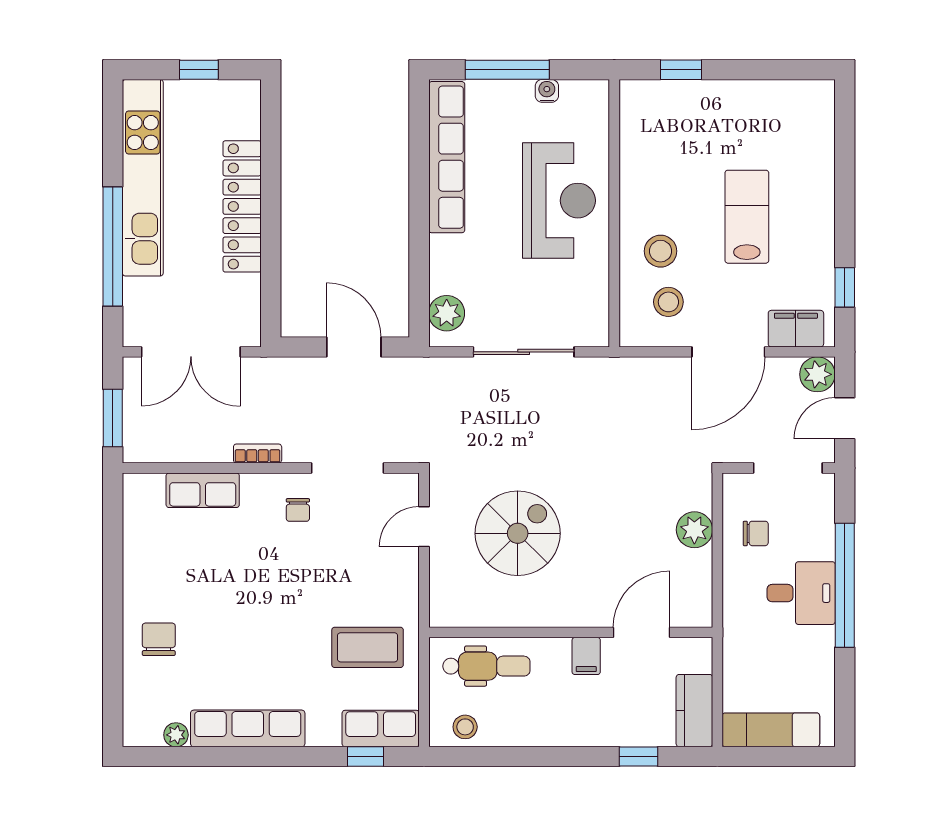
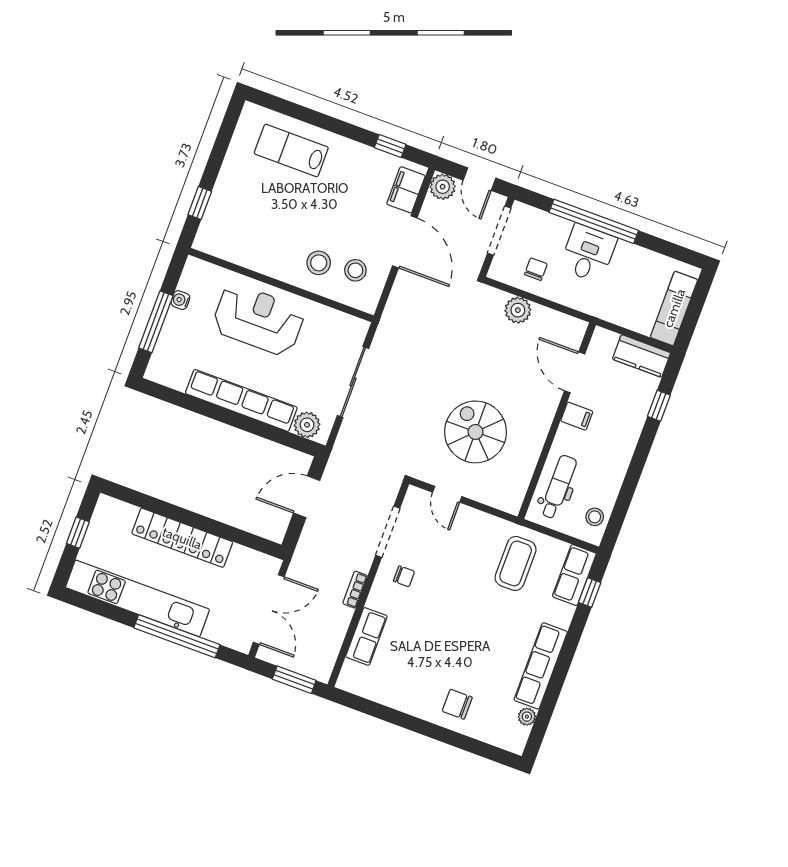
row of seats: (447, 157) -> (241, 400), moved
lab bench: (747, 217) -> (291, 150), moved

